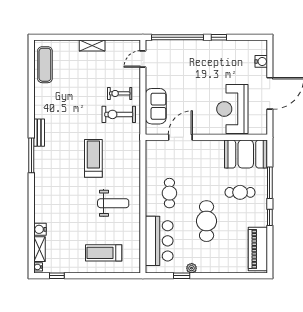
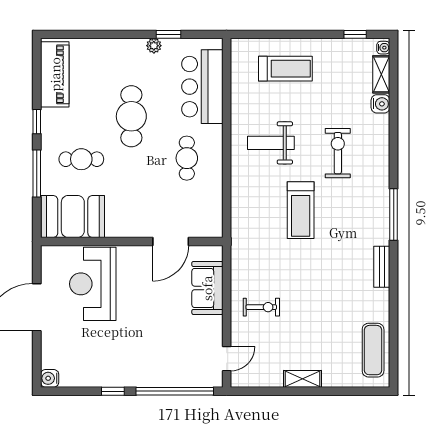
water cooler: (261, 61) -> (50, 378), moved
reception desk: (232, 109) -> (93, 284), turned 180
exercise bike: (119, 114) -> (338, 153), moved, turned -90
bench: (39, 133) -> (382, 267), moved

